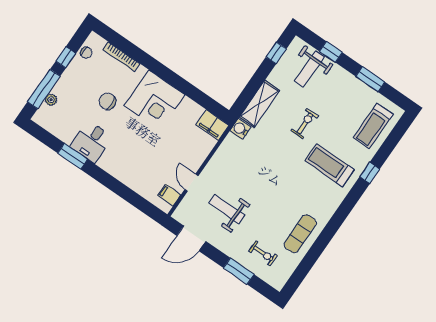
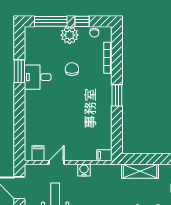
window: (166, 74) -> (117, 95), added
plant: (51, 100) -> (70, 35), moved, width x1.88, depth x1.88
corner desk: (155, 100) -> (94, 100), removed
filing cabinet: (212, 125) -> (104, 155), width x0.50
water cooler: (240, 129) -> (84, 170), moved

